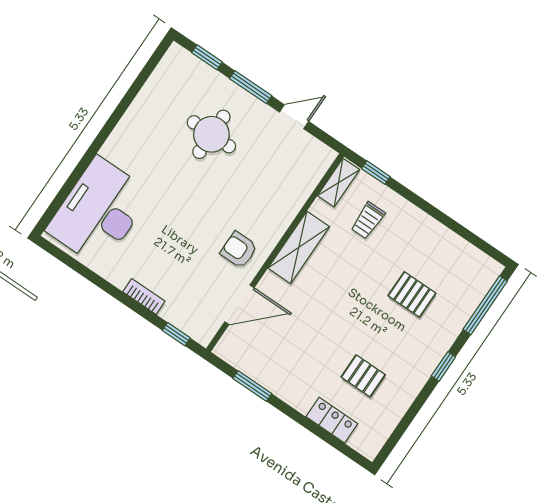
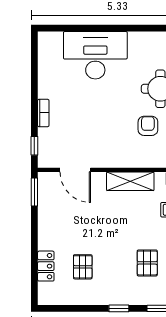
desk: (99, 212) -> (95, 55), moved
armchair: (239, 250) -> (148, 126), moved
window: (252, 386) -> (34, 192), moved

